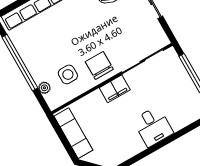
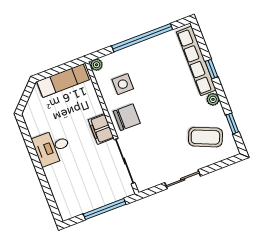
plant: (44, 88) -> (97, 65), moved
desk: (153, 126) -> (52, 147), moved

